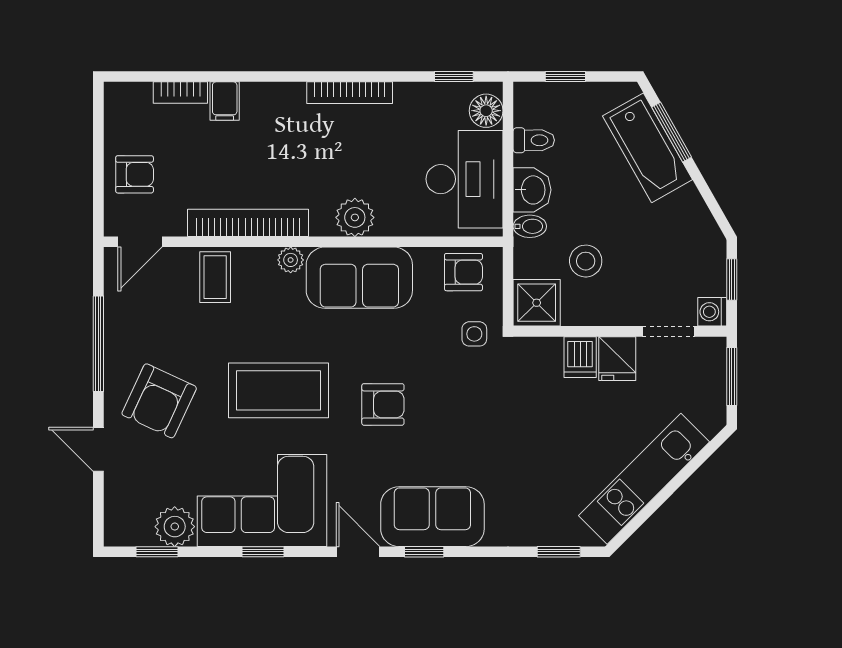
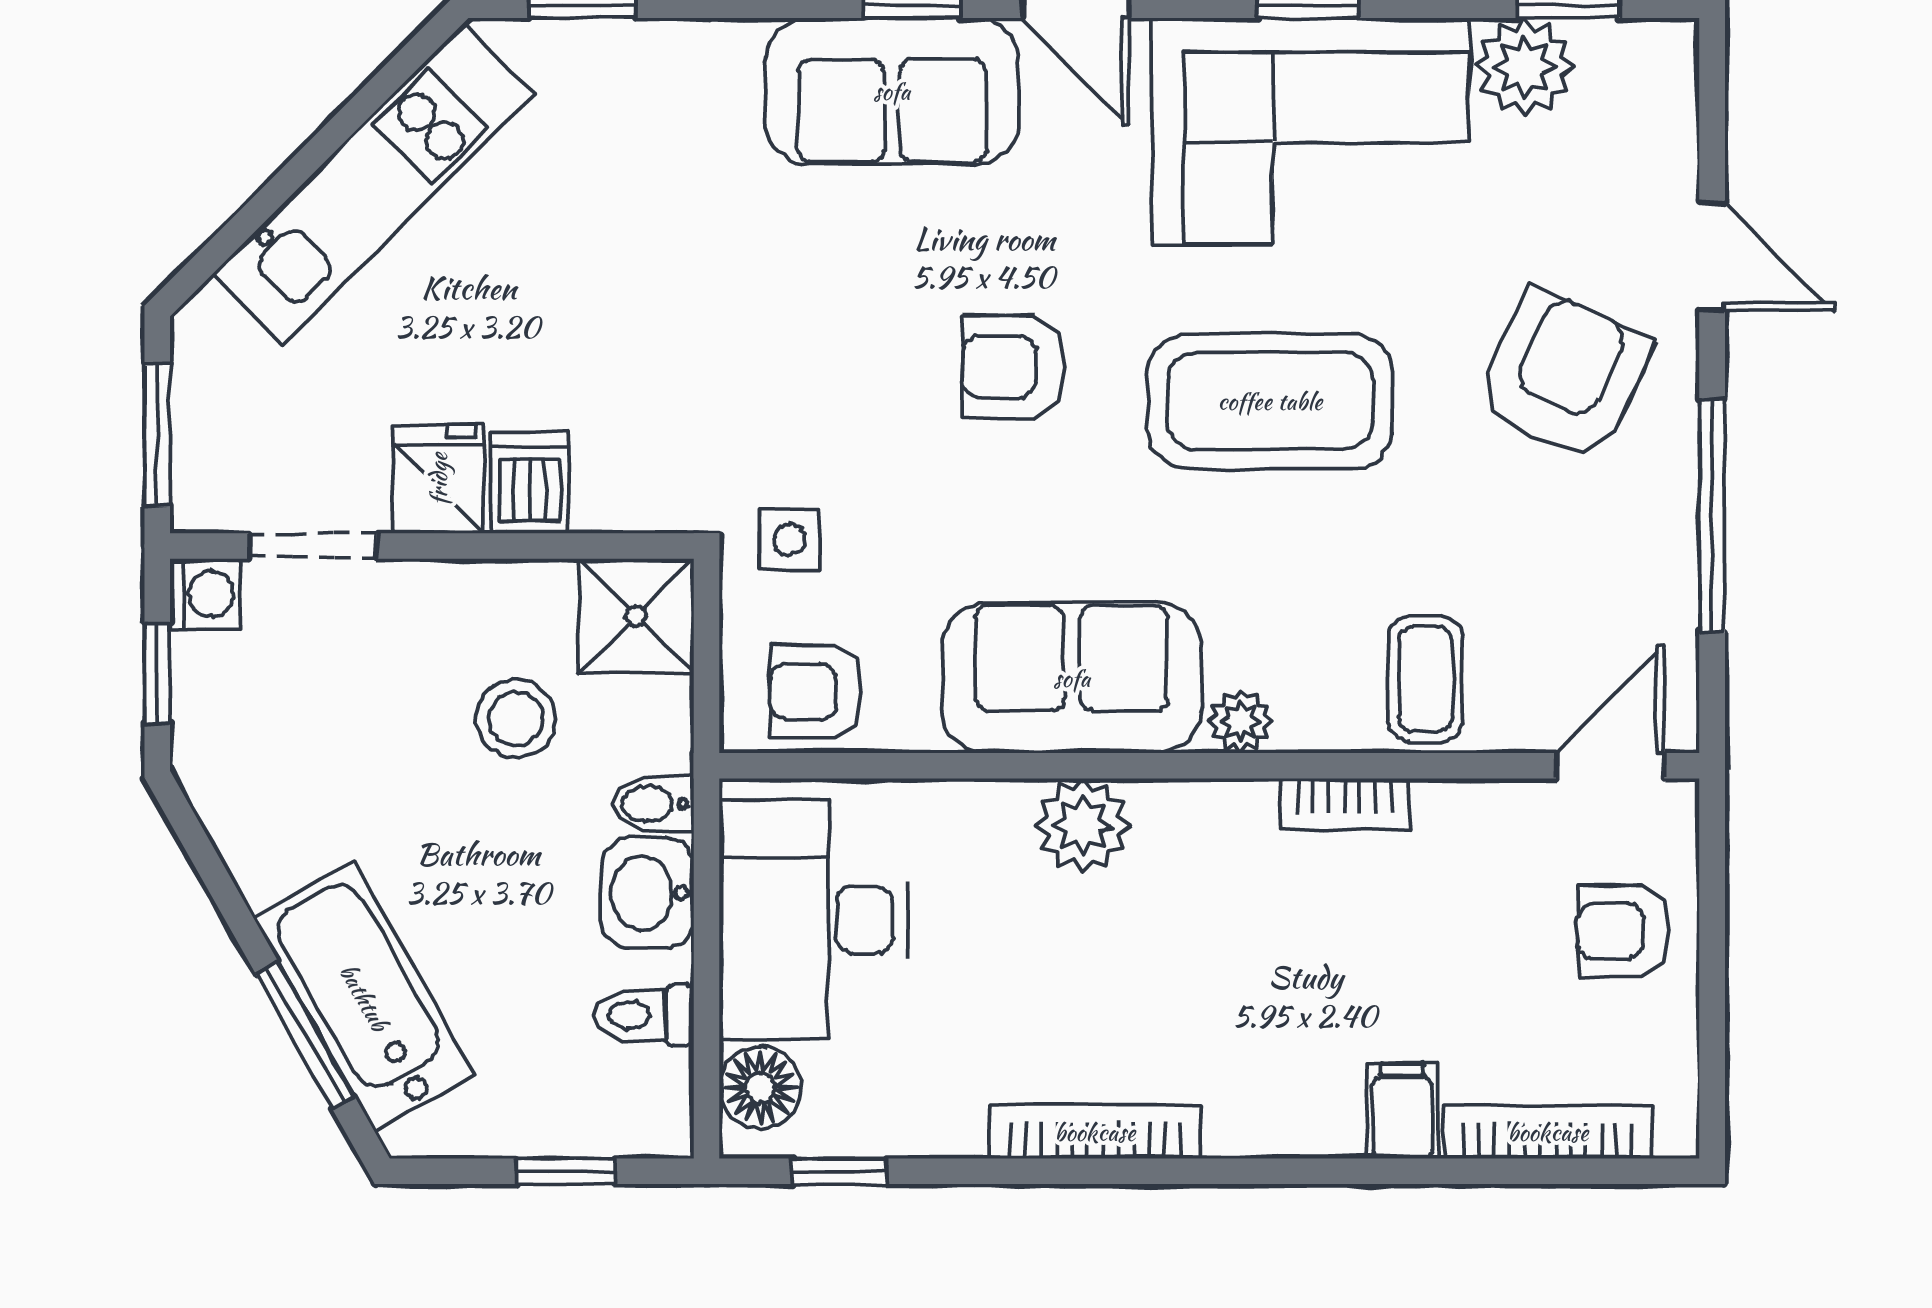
bookcase: (180, 93) -> (1548, 1132), width x1.56
bookcase: (248, 223) -> (1345, 804), width x0.43, depth x0.76

